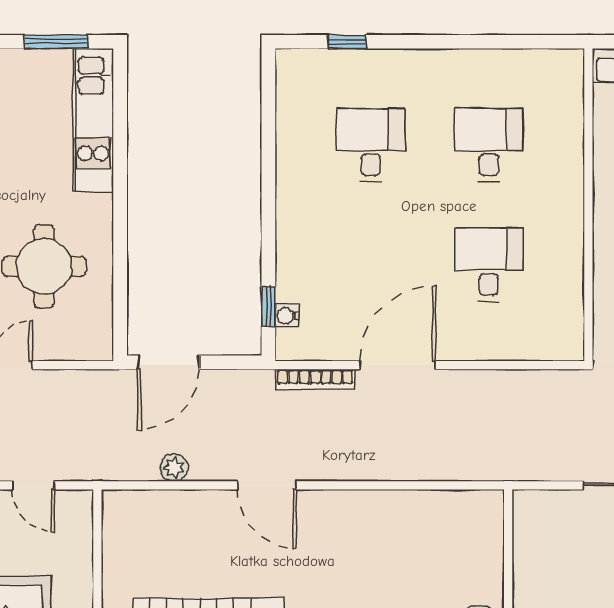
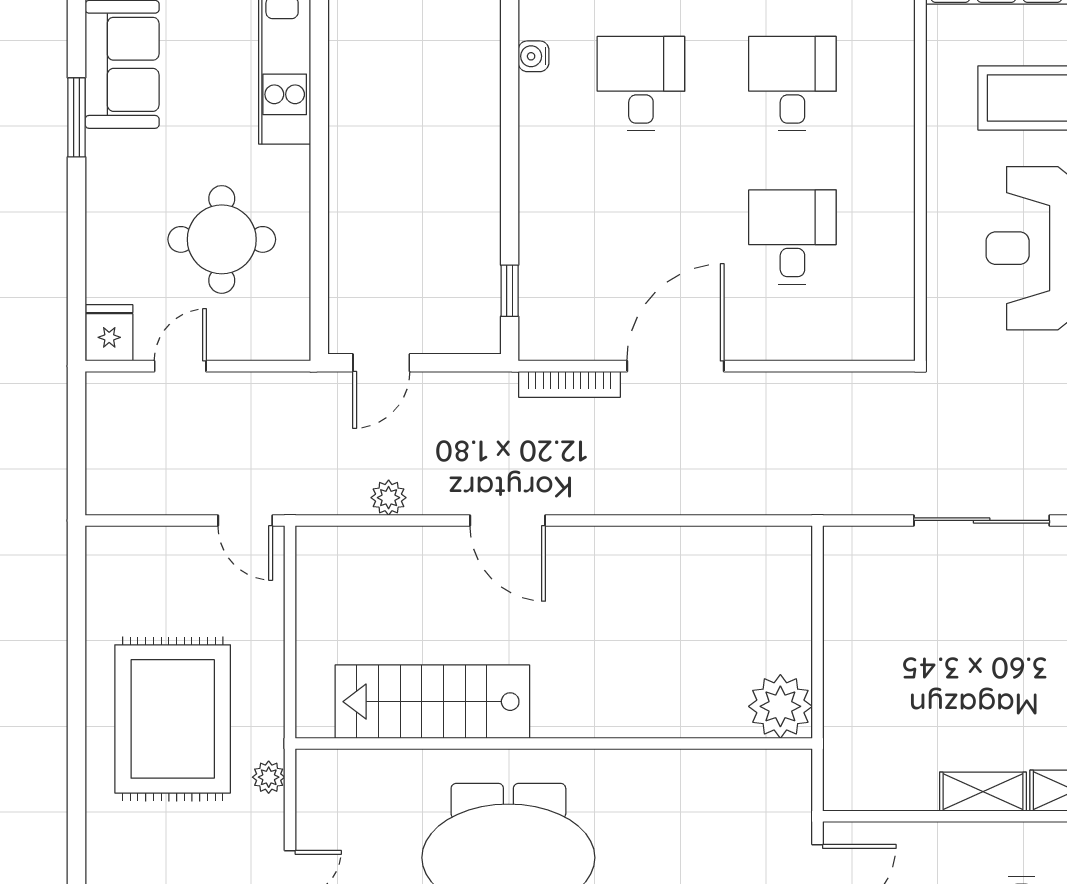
water cooler: (287, 316) -> (534, 56), moved
door: (168, 362) -> (381, 363), width x0.73
door: (33, 485) -> (245, 520), moved

